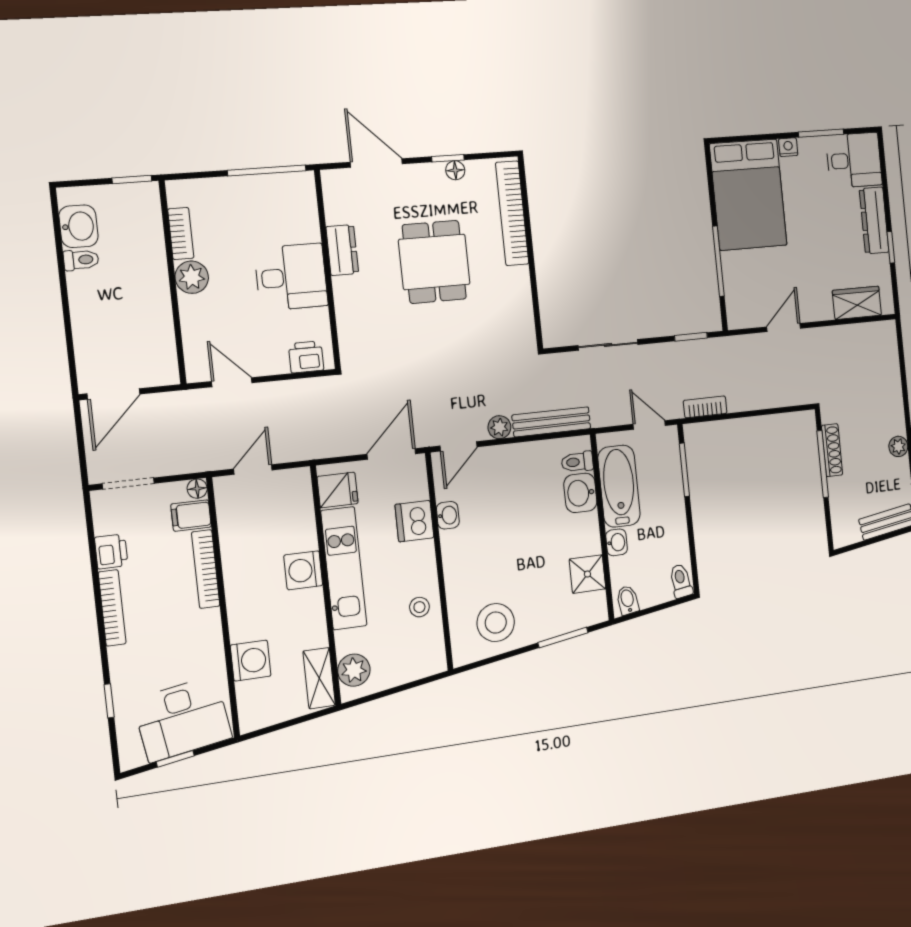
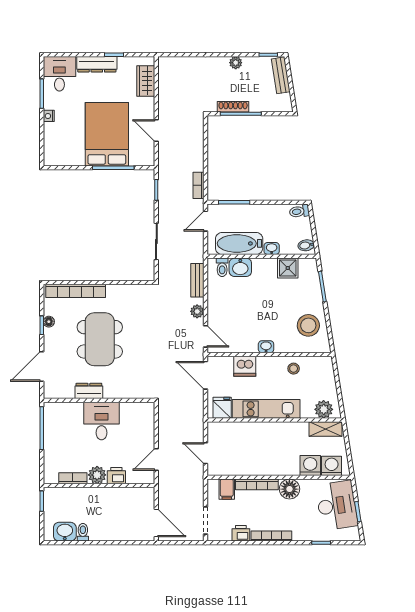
bed: (748, 195) -> (107, 134), moved, turned -90
dining table: (434, 262) -> (100, 339), width x1.38
printer: (306, 357) -> (116, 476), moved, turned 90
bench: (551, 422) -> (197, 280), width x0.73
floor lamp: (197, 489) -> (289, 489), moved, width x1.89, depth x1.89
washbasin: (448, 515) -> (266, 347), moved
washing machine: (303, 570) -> (332, 466), moved, turned 180

